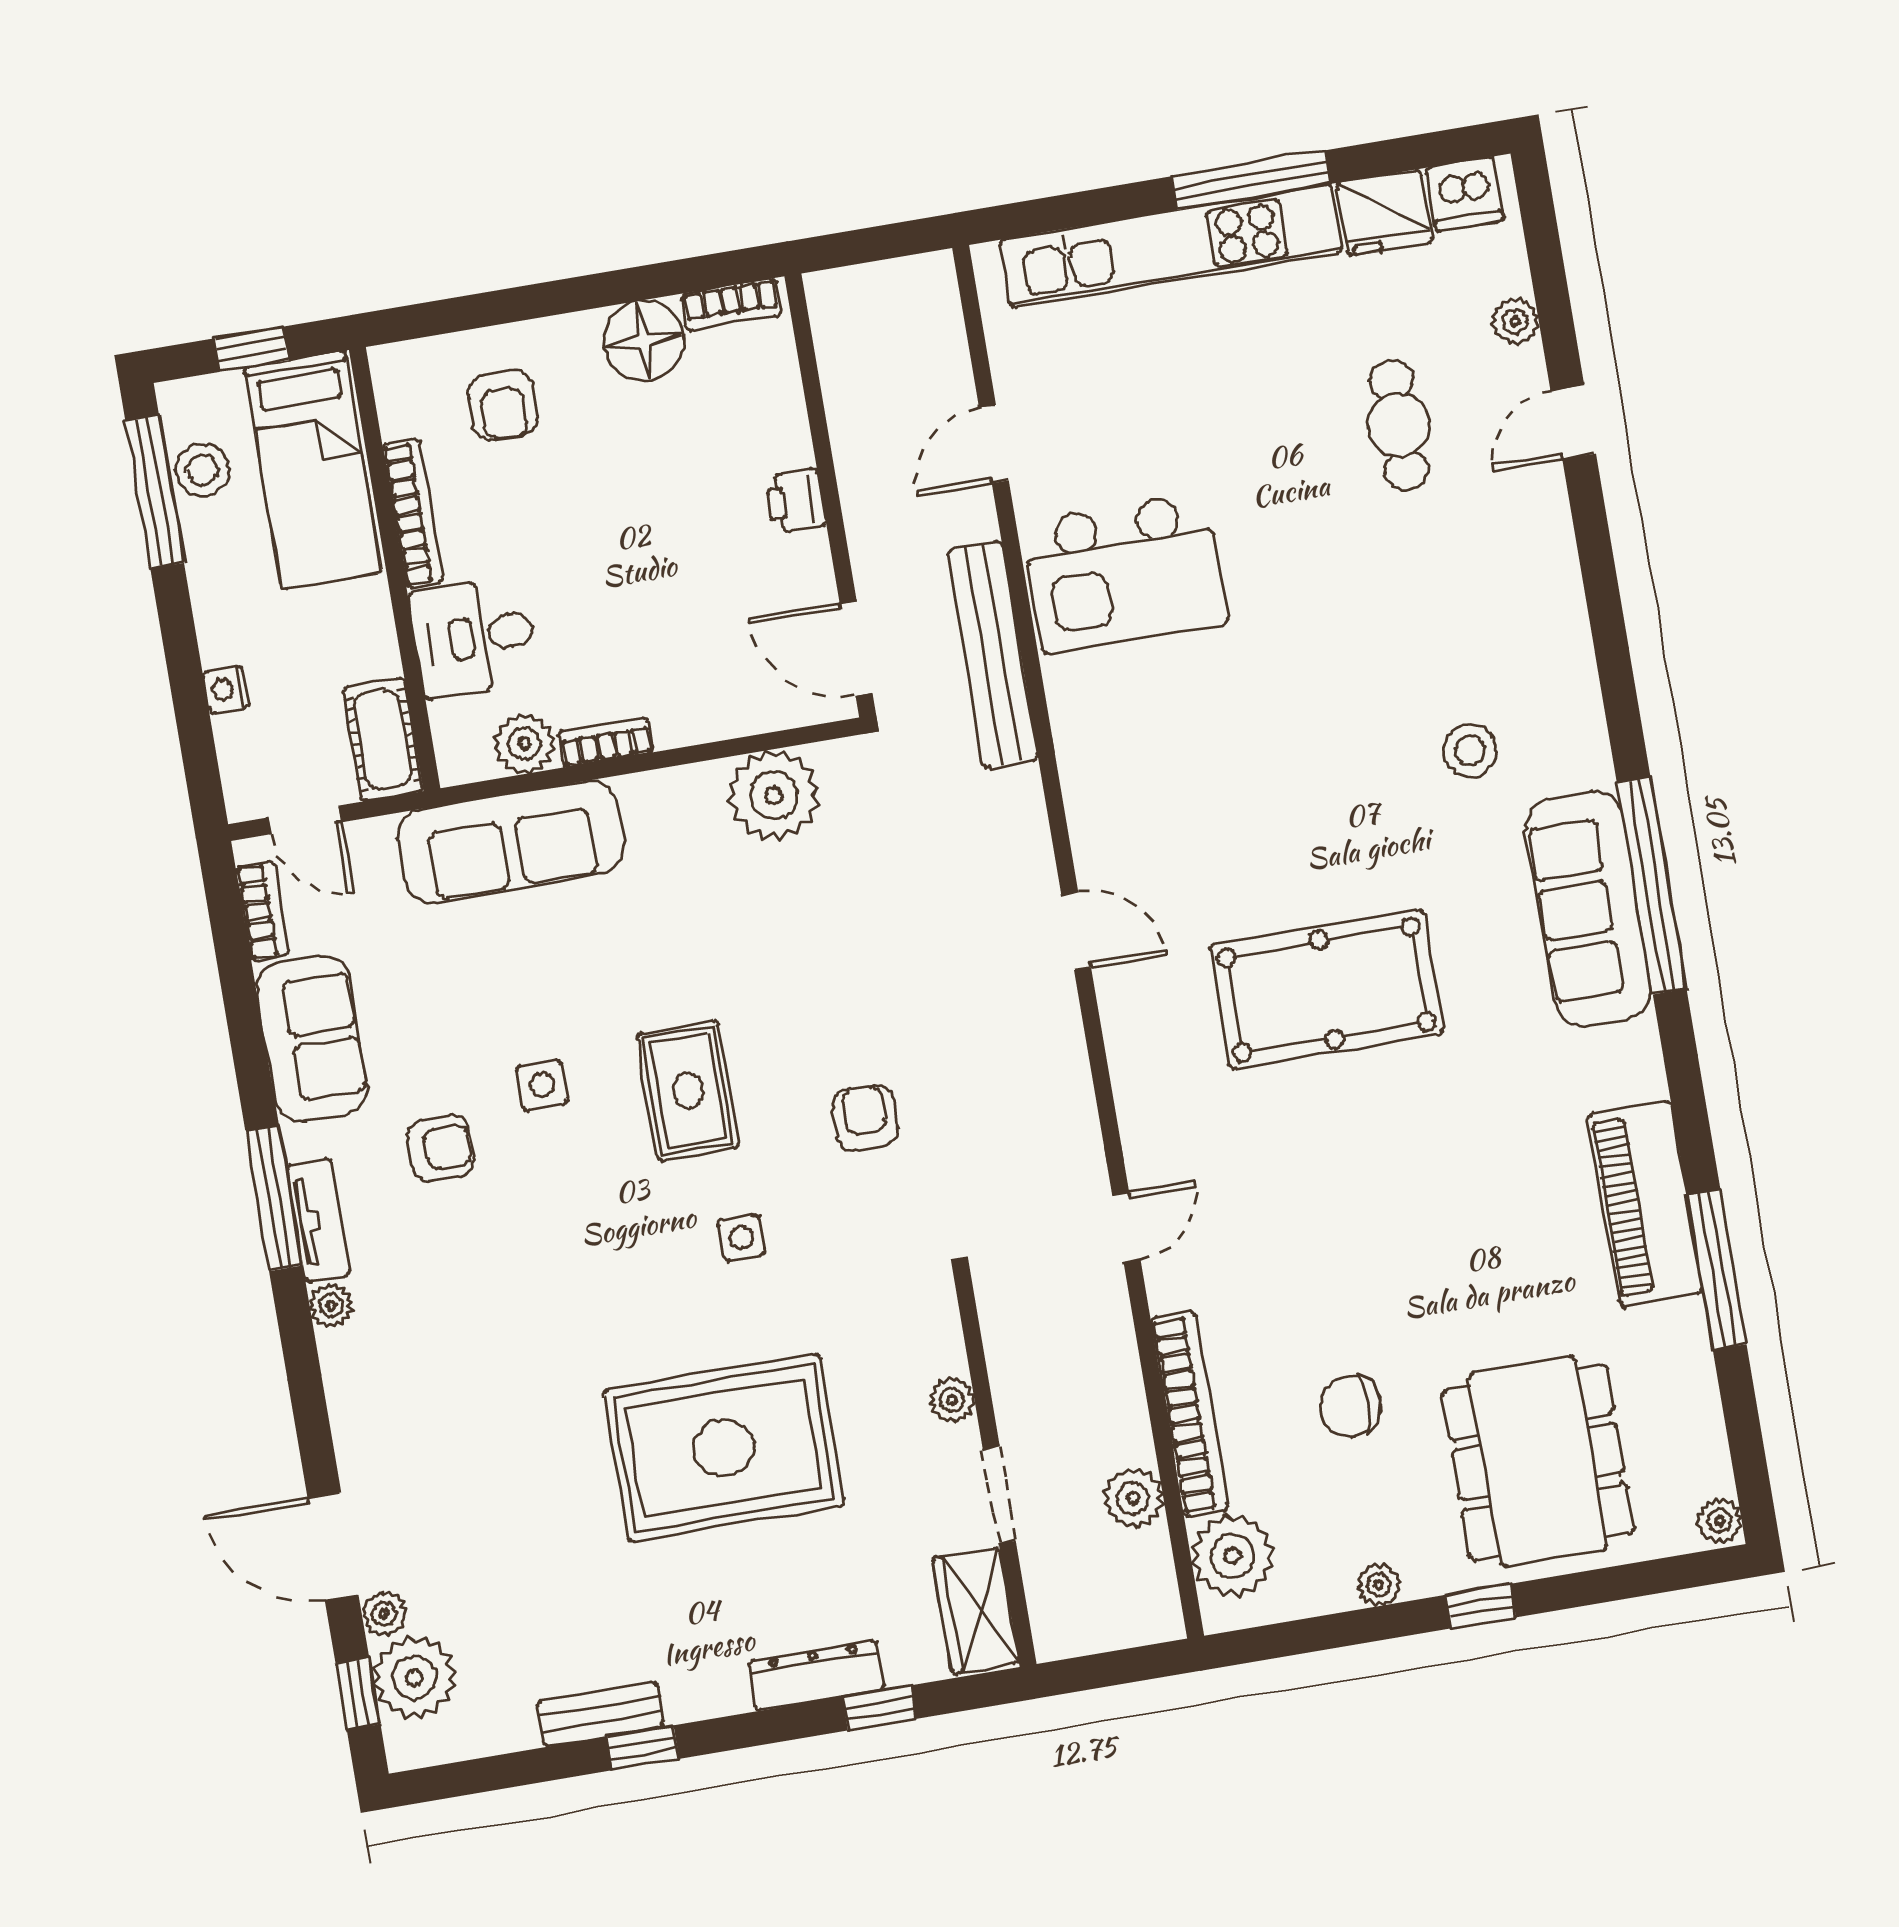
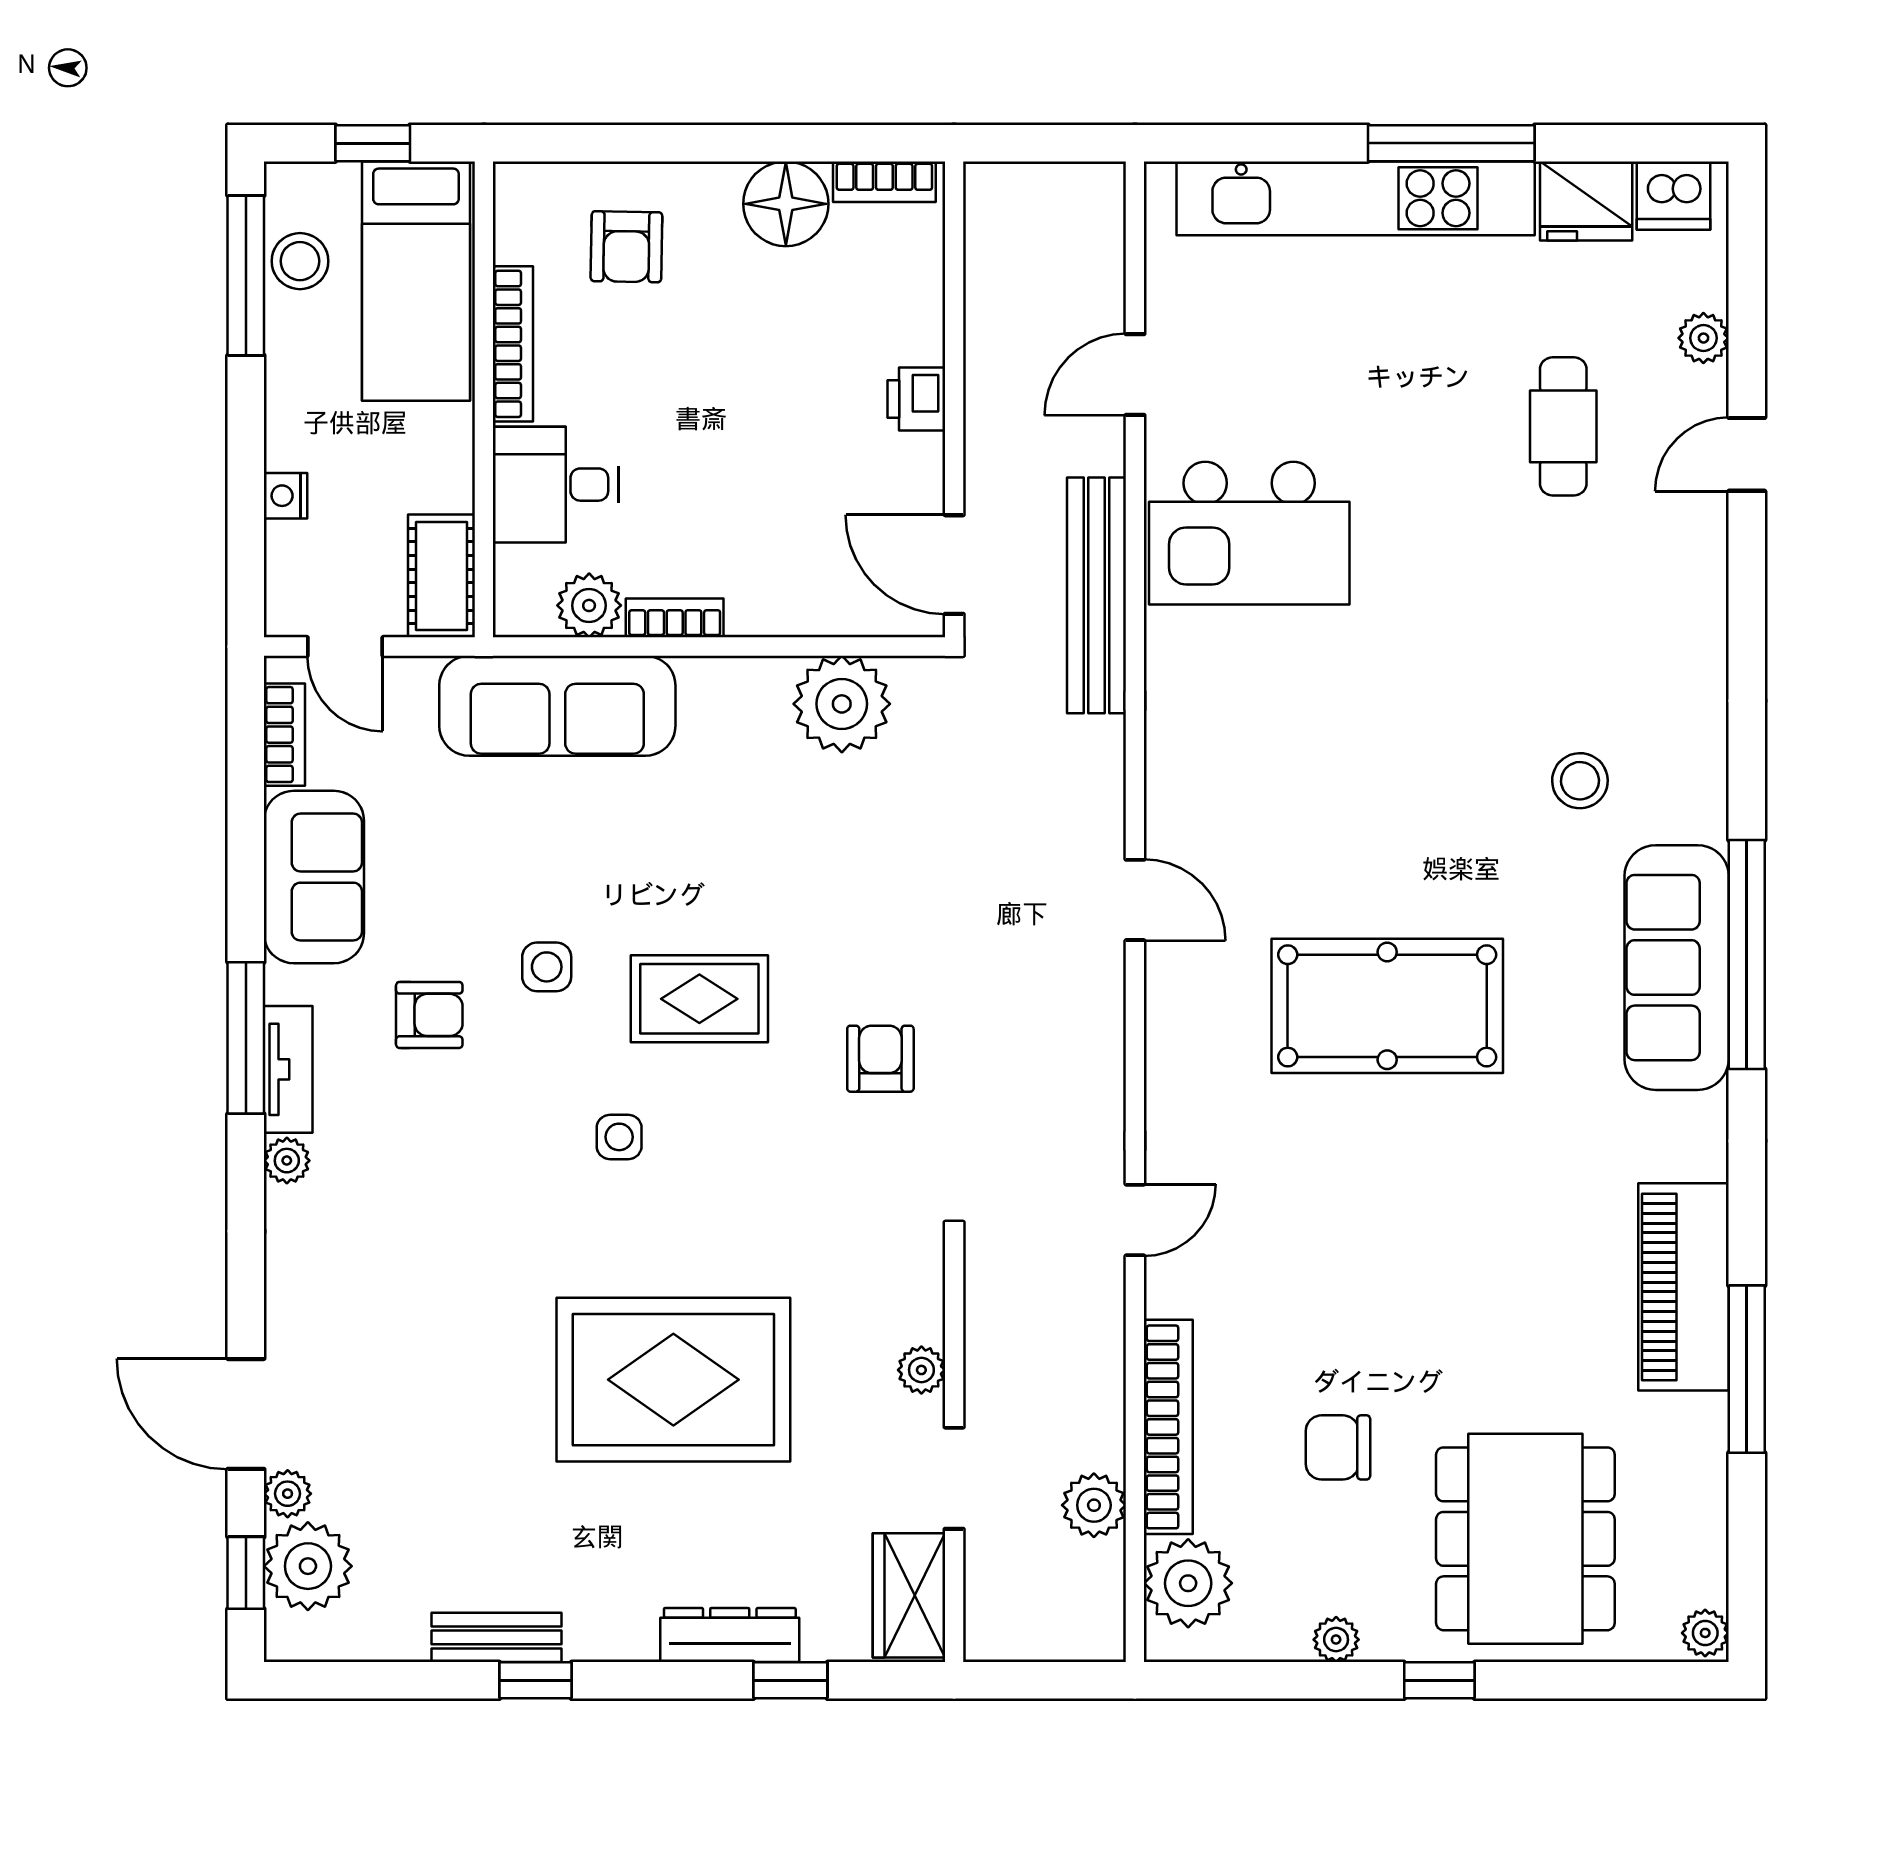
rug: (688, 1091) -> (699, 999), turned 90
side table: (741, 1238) -> (619, 1137), moved

